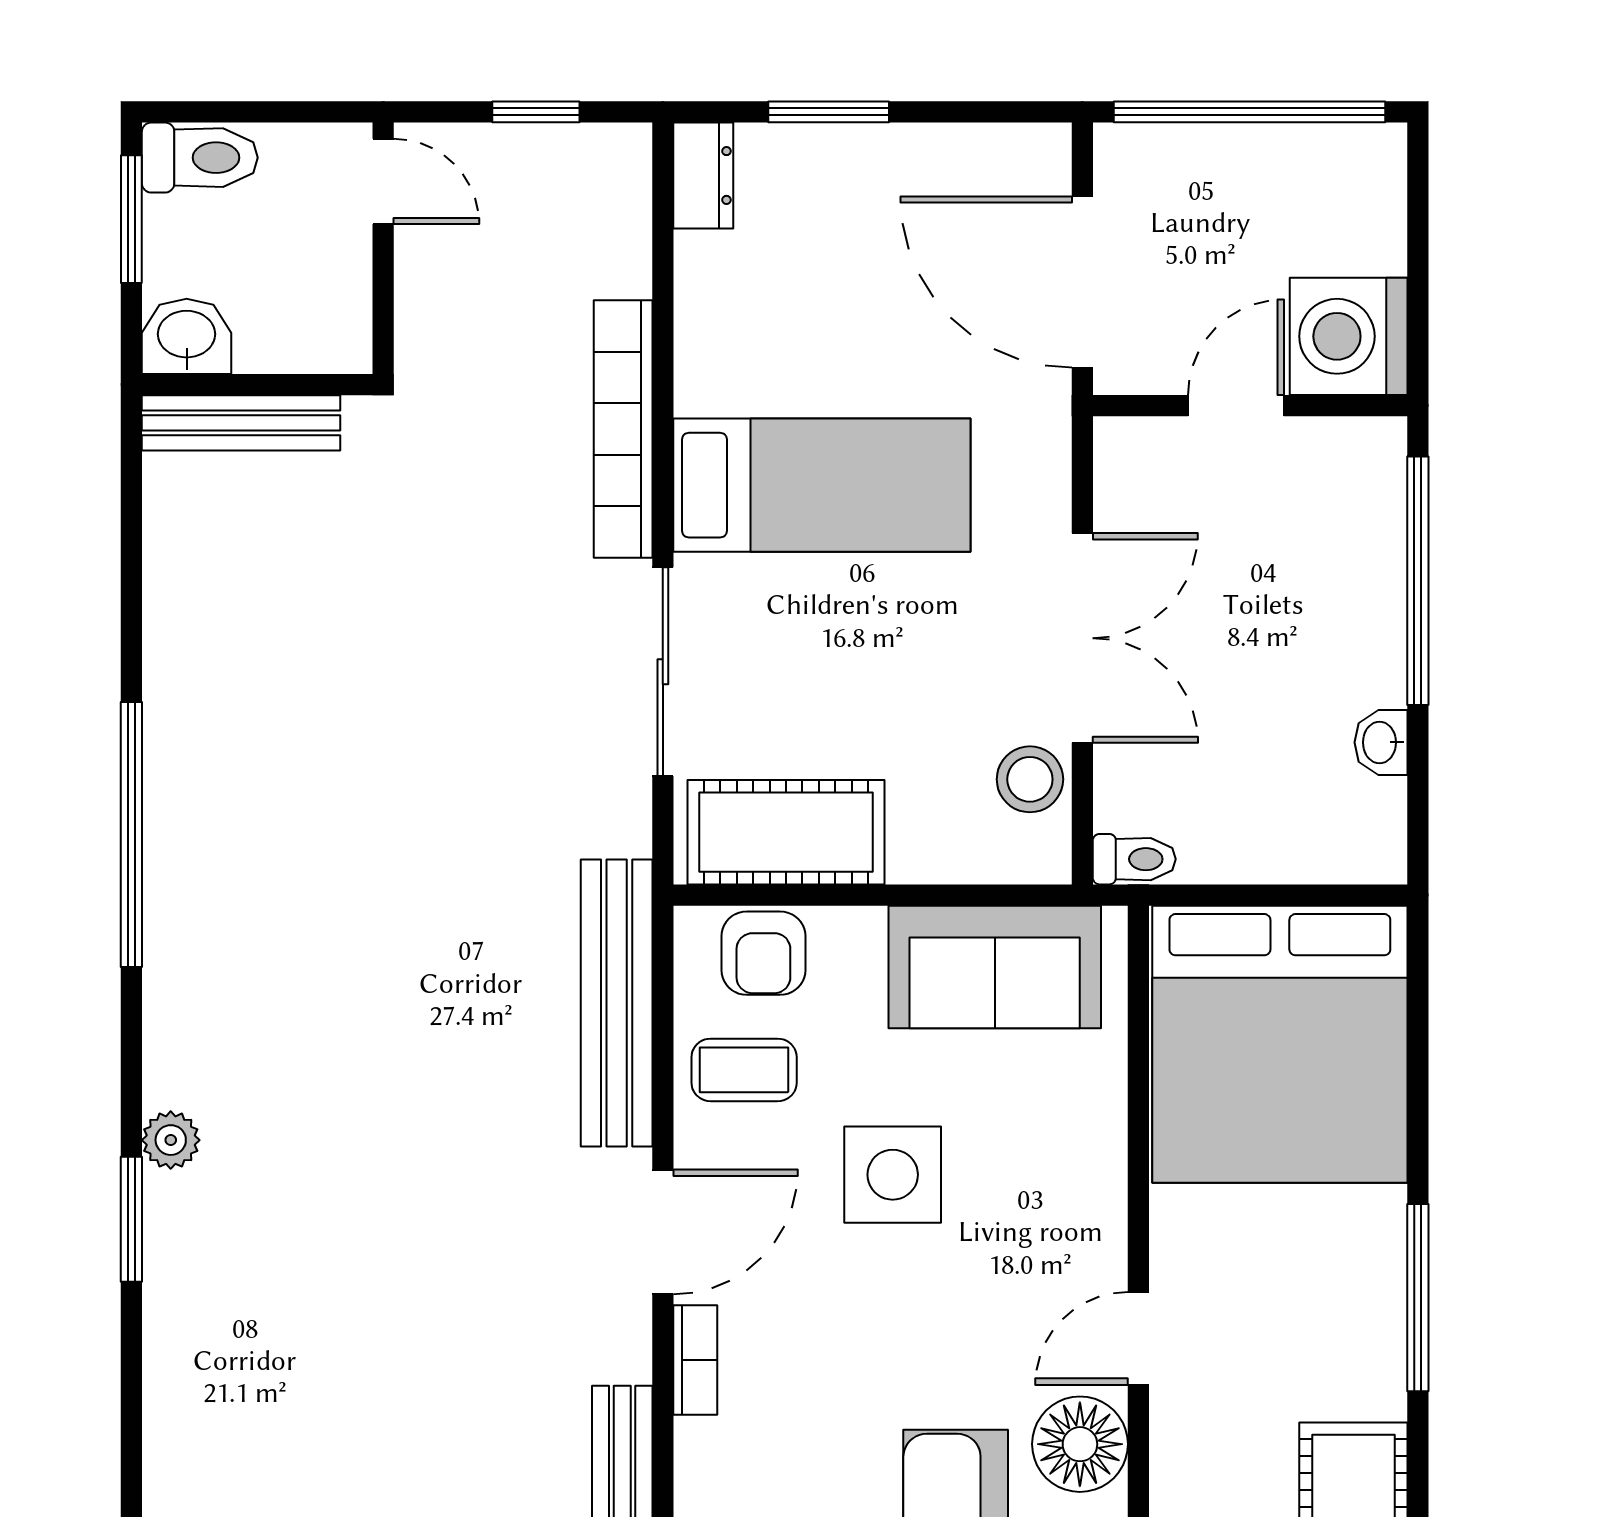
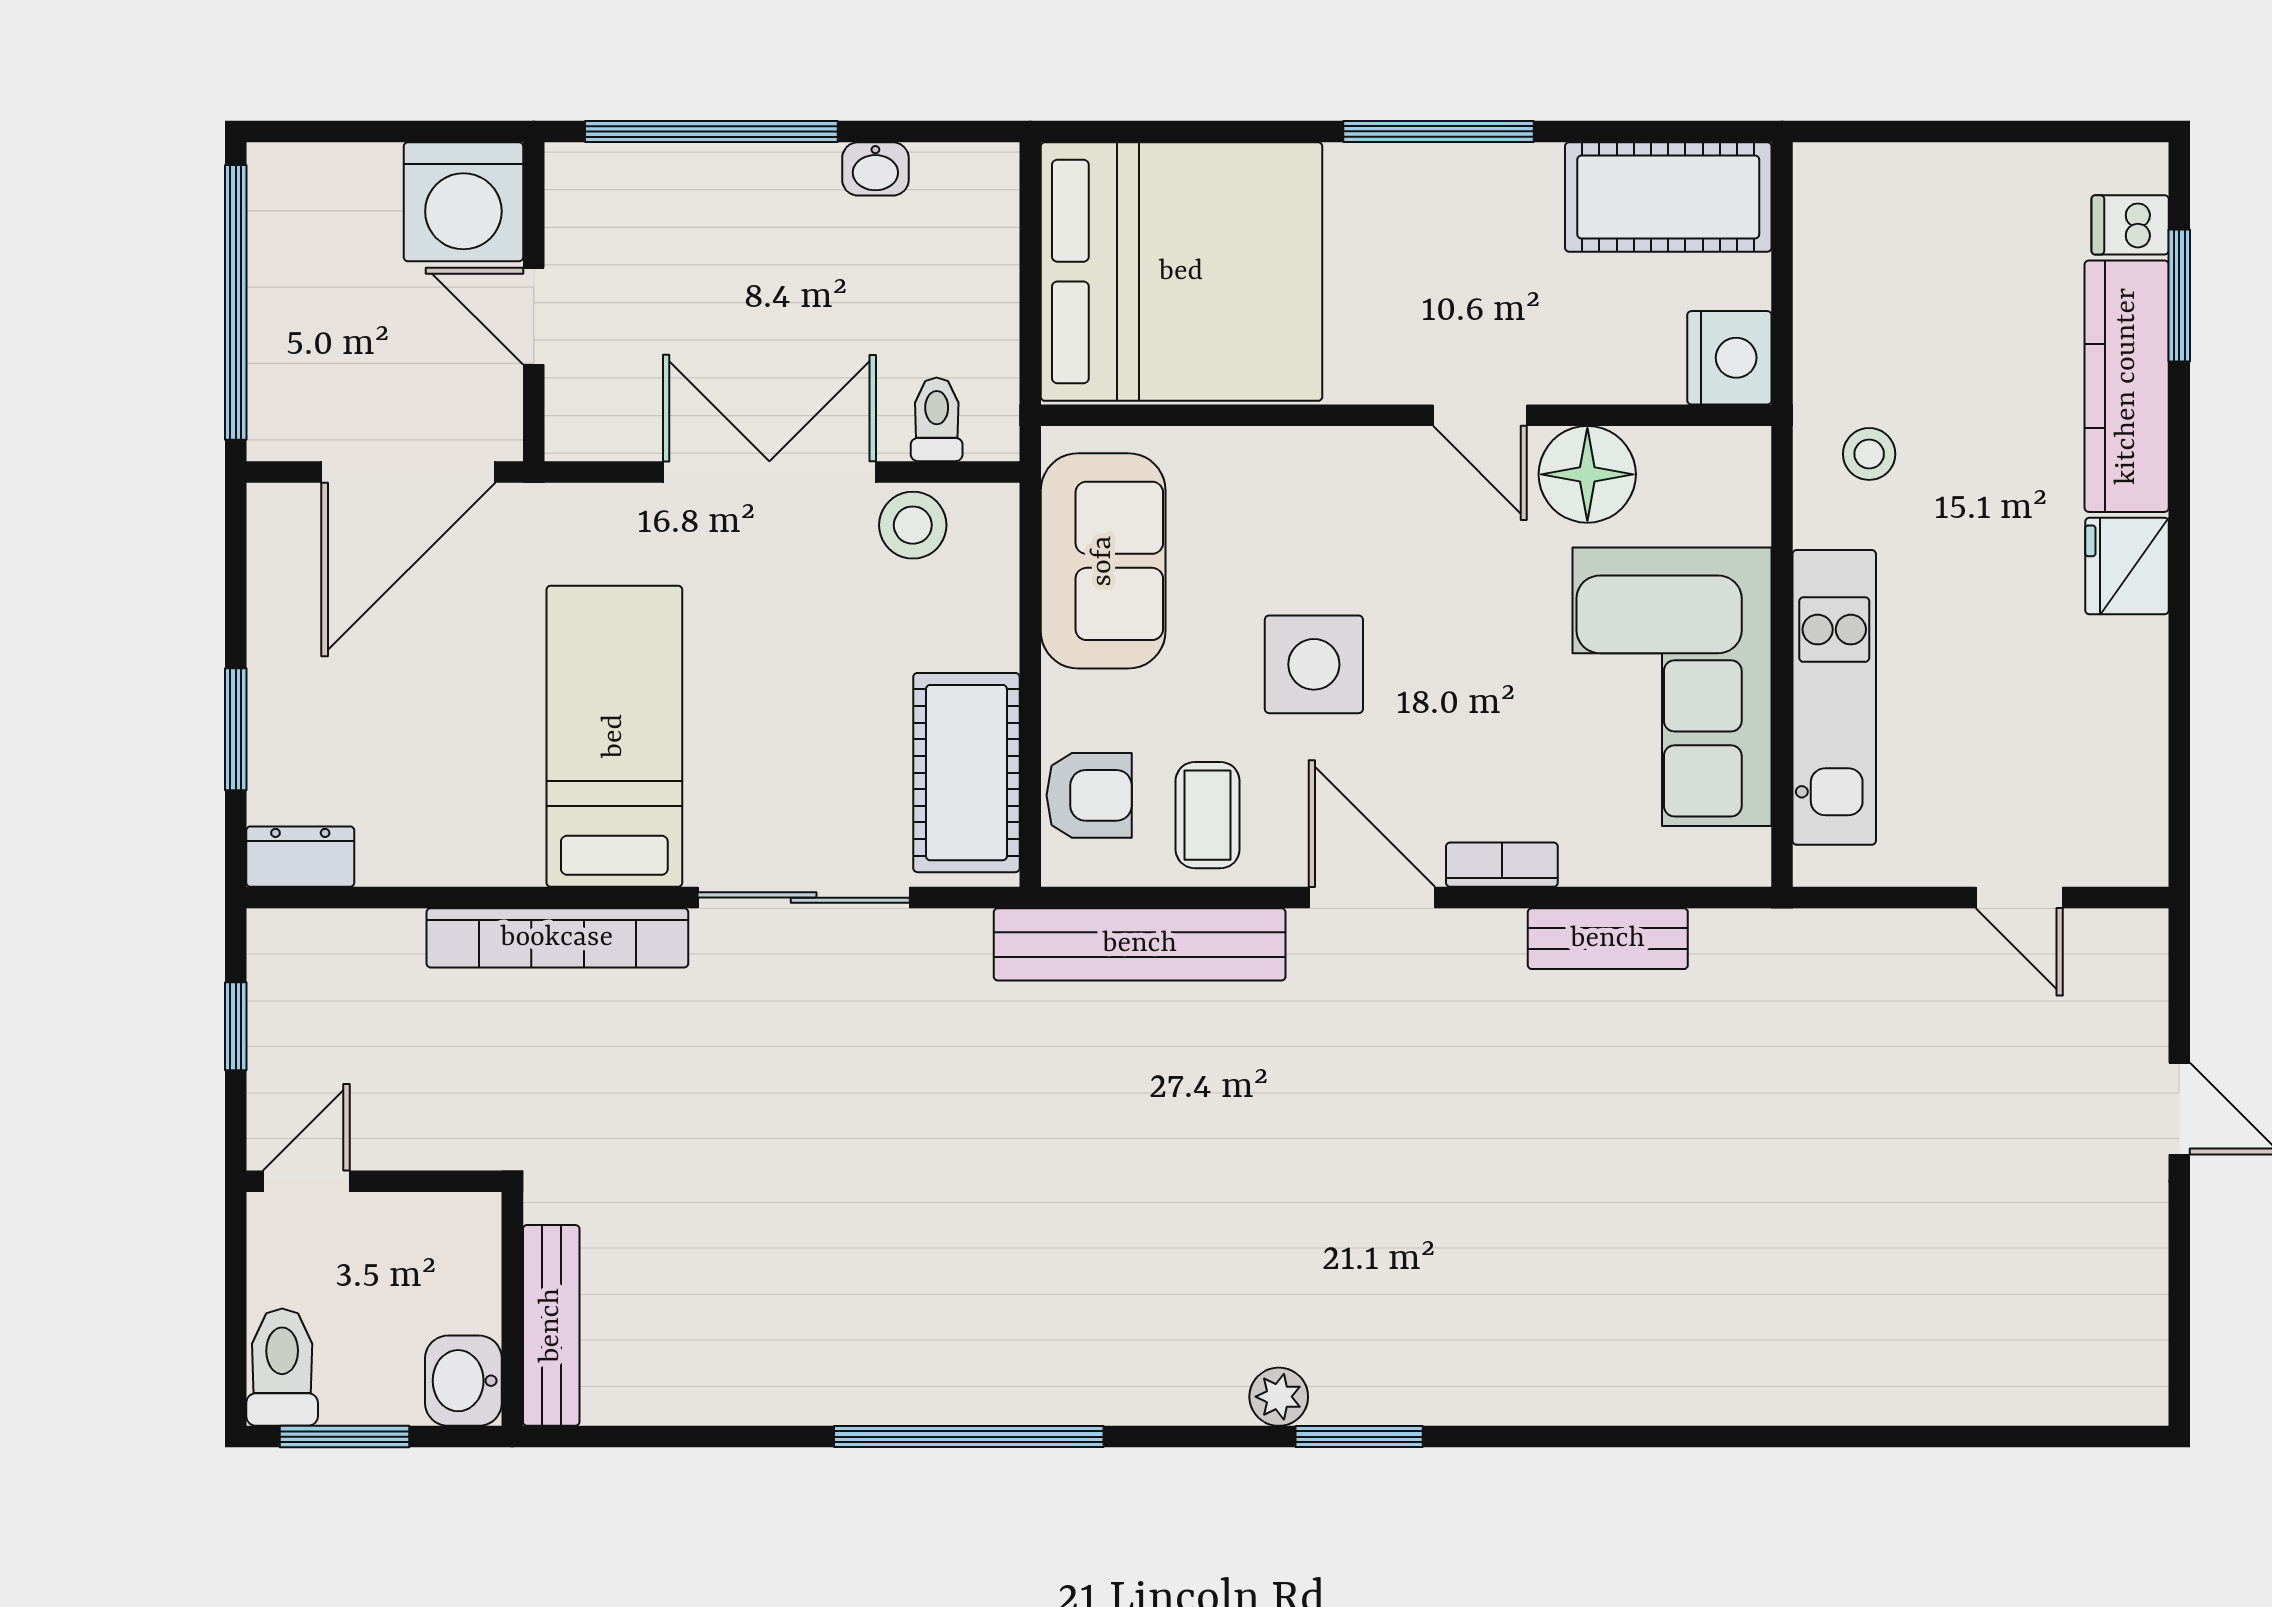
toilet: (1134, 859) -> (937, 419), moved

